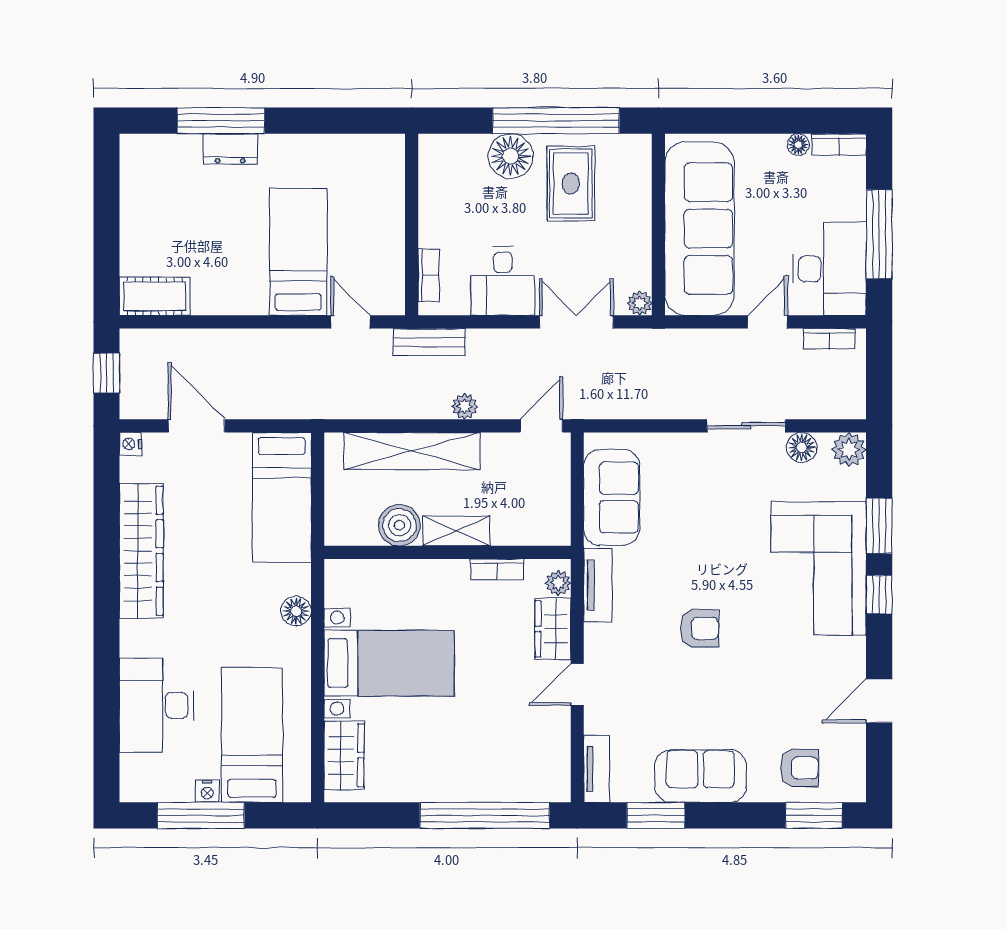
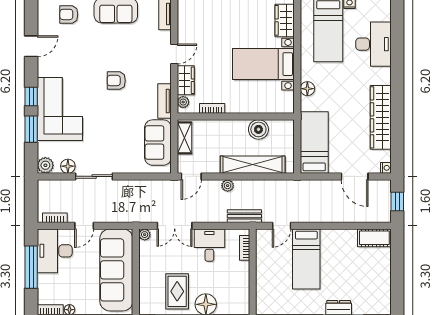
door: (351, 322) -> (282, 226), hinge flipped
shelving: (456, 531) -> (184, 138), moved, turned 90

